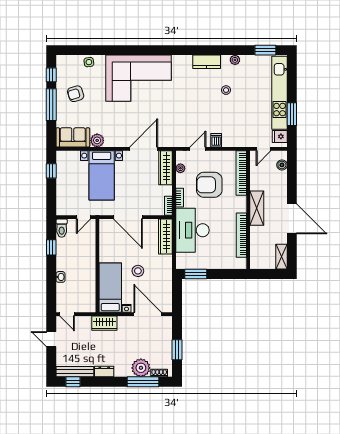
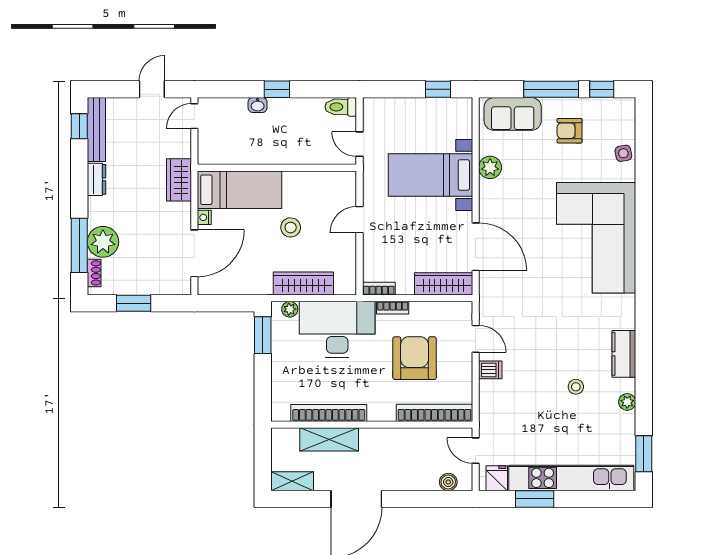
armchair: (76, 94) -> (570, 131), turned -73
sofa: (73, 137) -> (513, 114), moved, turned 90
plant: (180, 168) -> (290, 309), moved
shelving: (257, 208) -> (329, 439), moved
door: (128, 217) -> (360, 220), width x0.53
wardrobe: (165, 236) -> (303, 284), moved
window: (51, 247) -> (277, 89), moved
stool: (138, 271) -> (291, 227), moved

